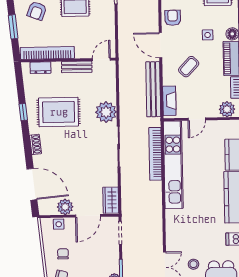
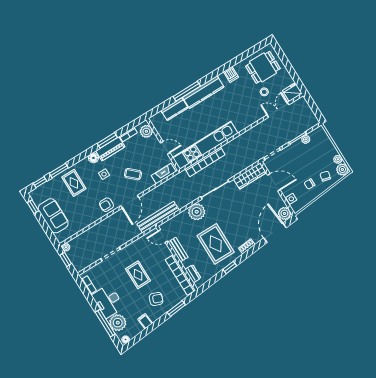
bench: (153, 89) -> (158, 217), moved
wardrobe: (111, 200) -> (250, 176), width x1.50
plant: (65, 207) -> (284, 213), moved

